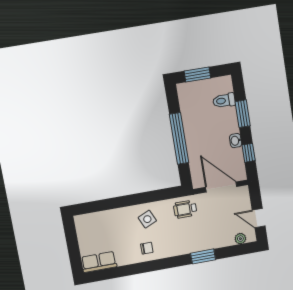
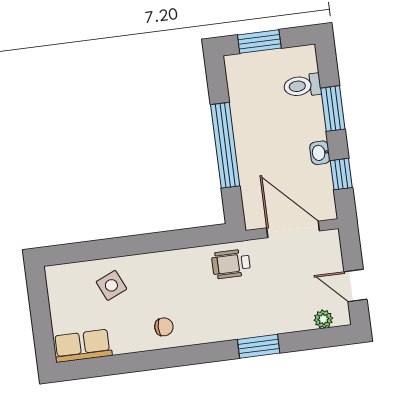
side table: (147, 219) -> (111, 285), moved

